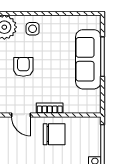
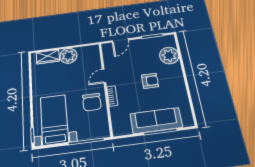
side table: (33, 29) -> (172, 75), removed
armchair: (23, 67) -> (150, 81), moved

